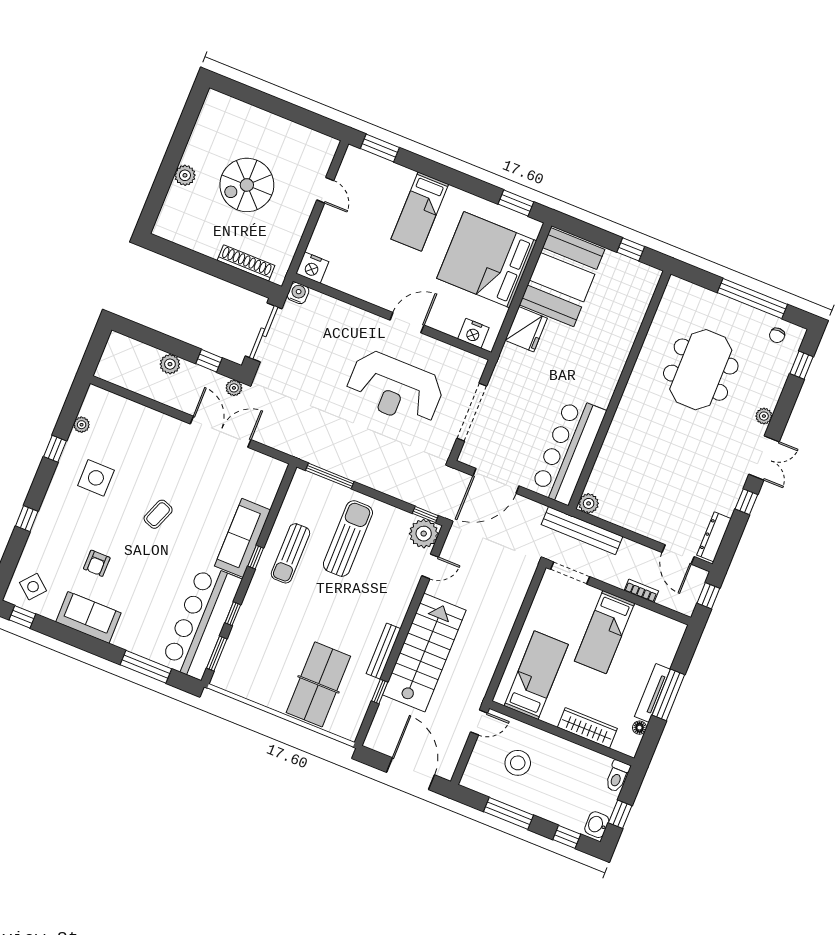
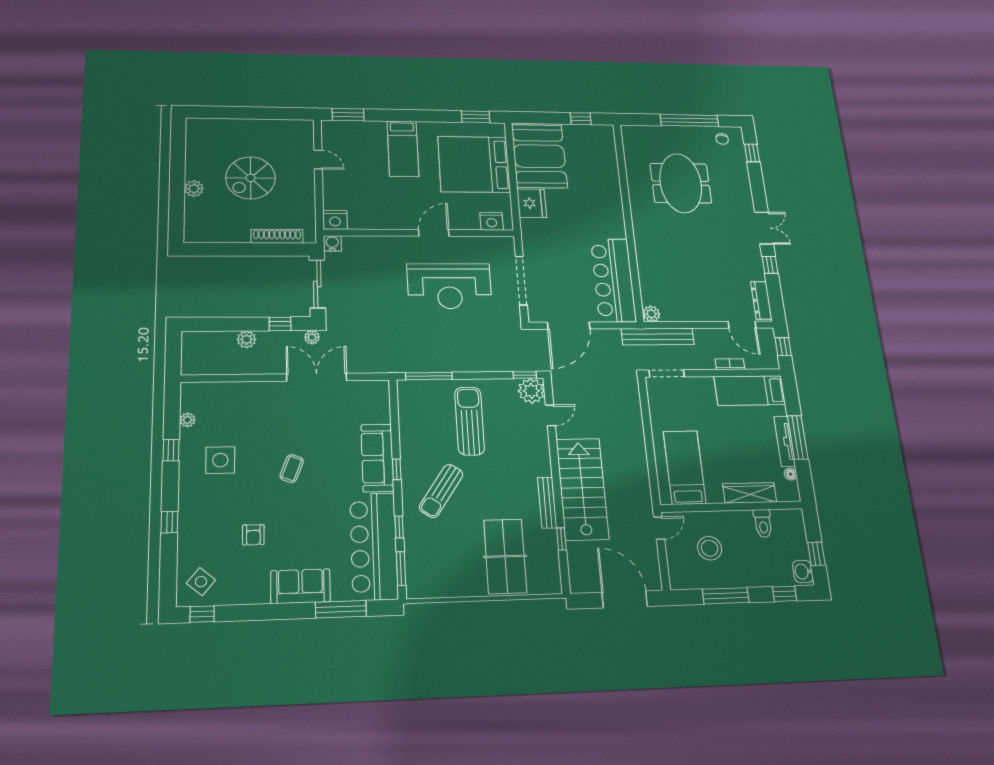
plant: (764, 416) -> (746, 198), removed
sun lounger: (290, 553) -> (441, 491), moved, turned 34
sofa: (88, 617) -> (300, 586), moved
bed: (605, 632) -> (750, 390), moved, turned 90
toilet: (617, 776) -> (763, 523), moved

